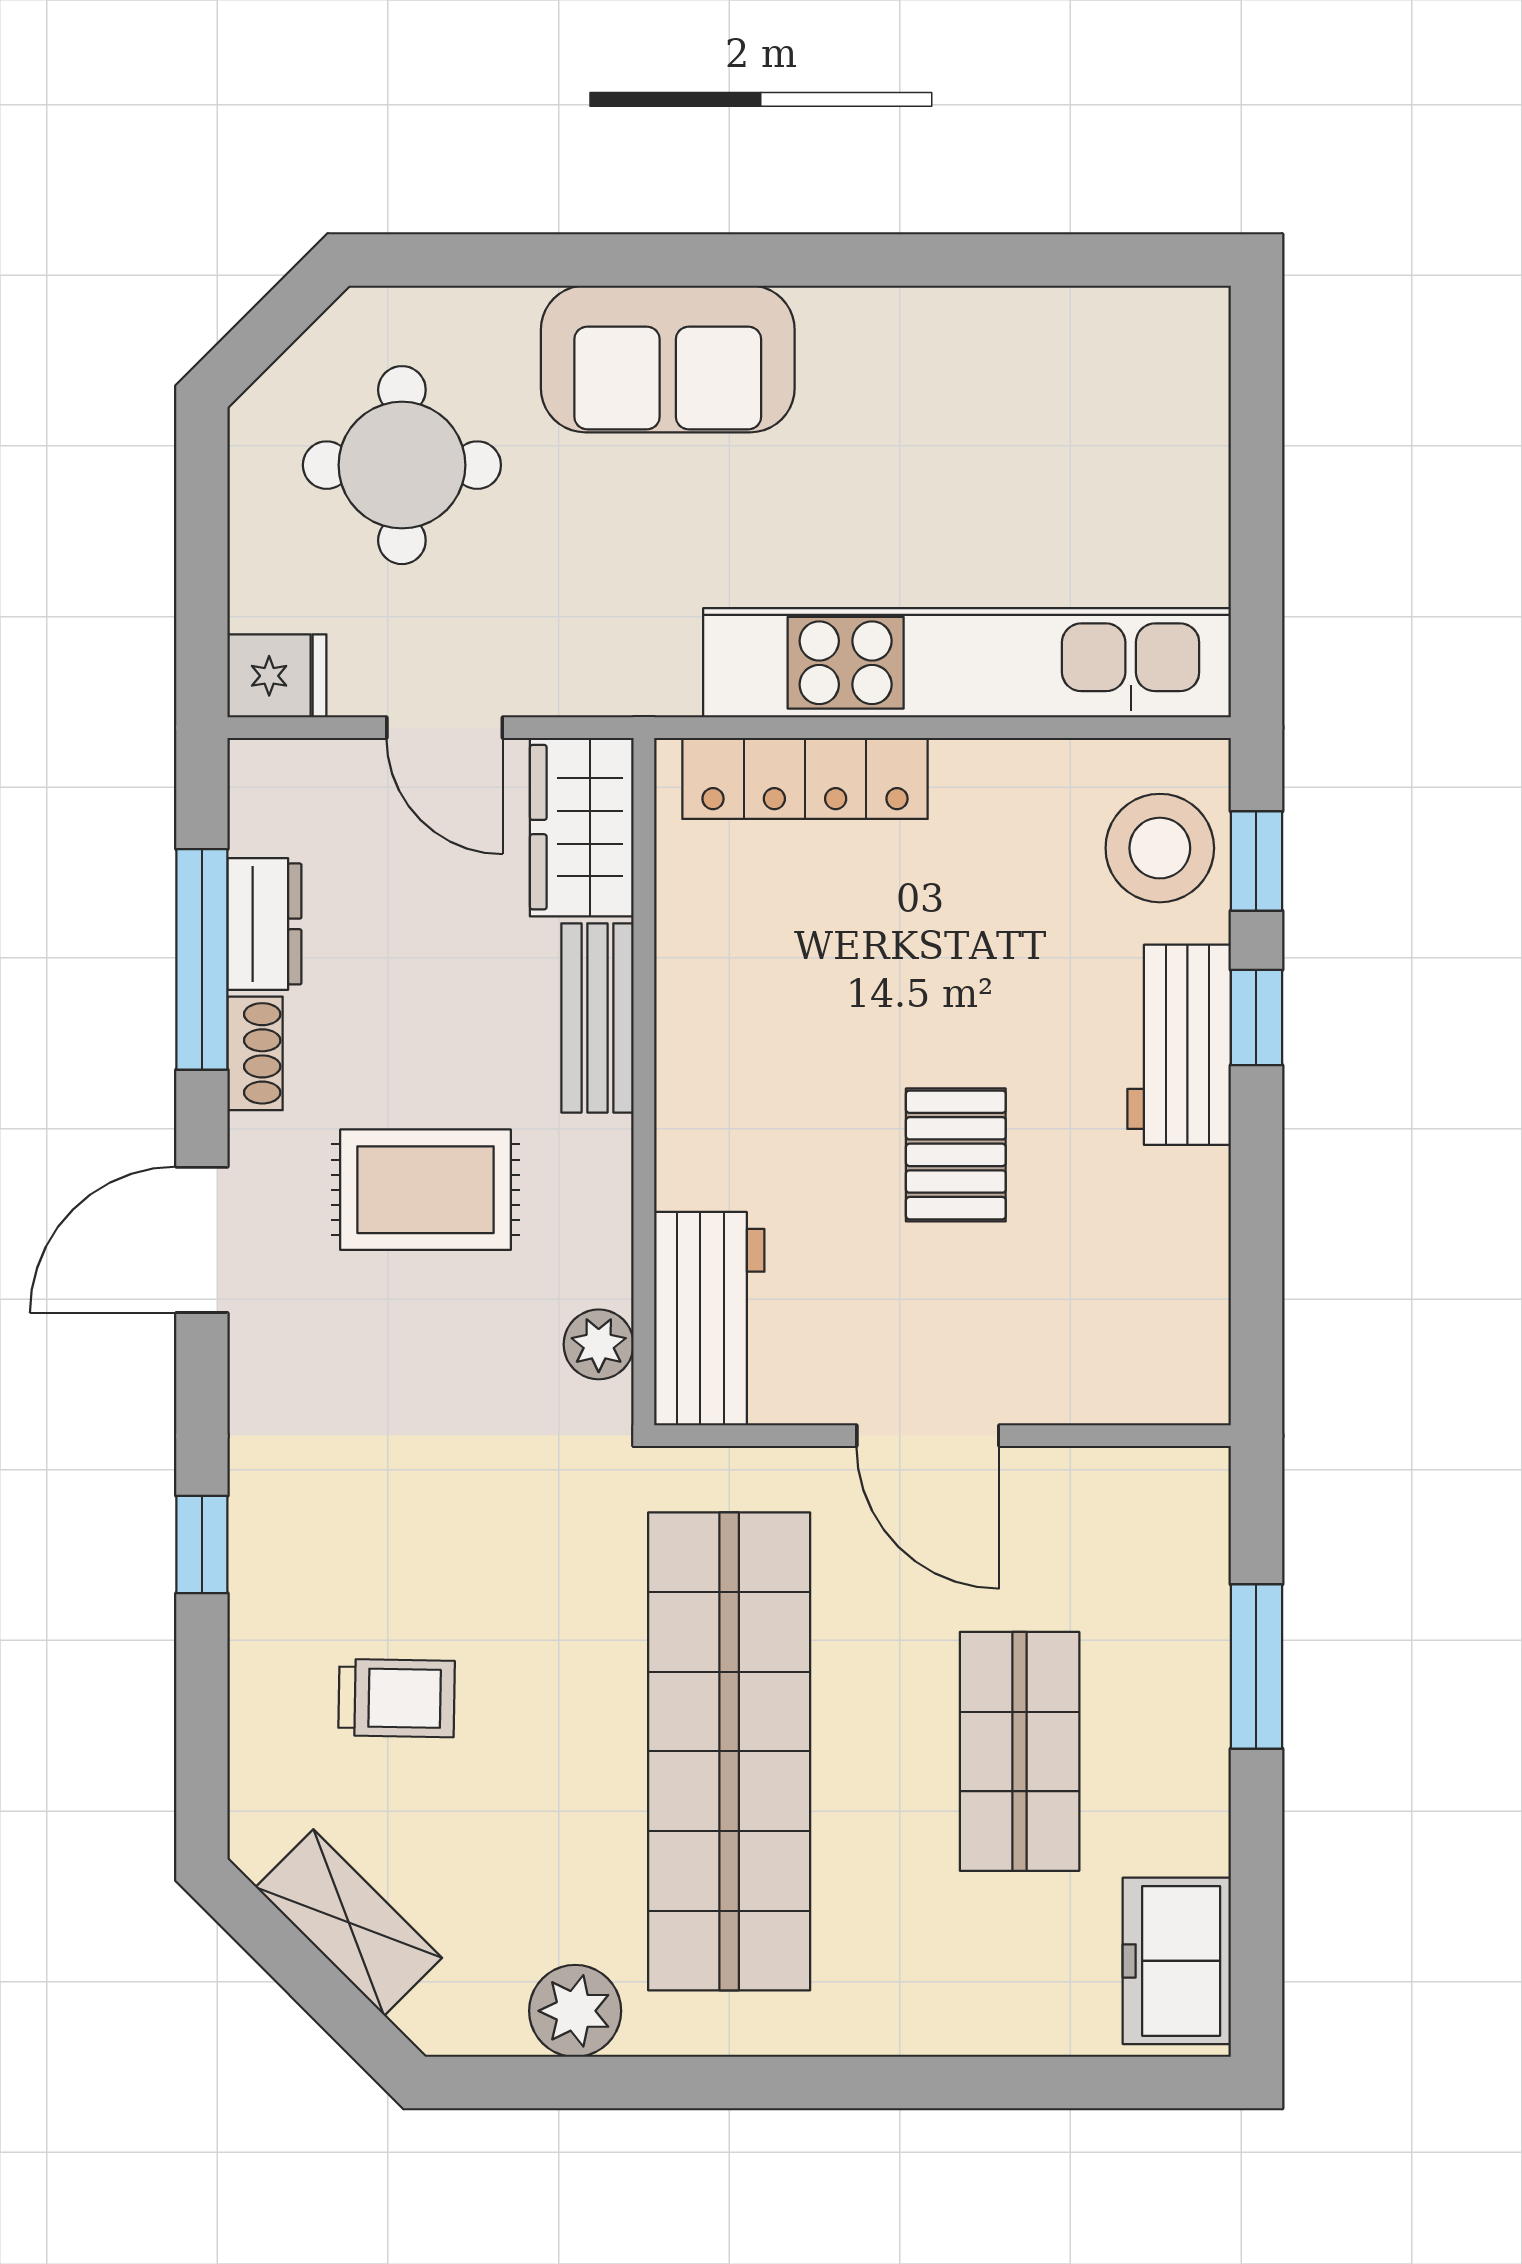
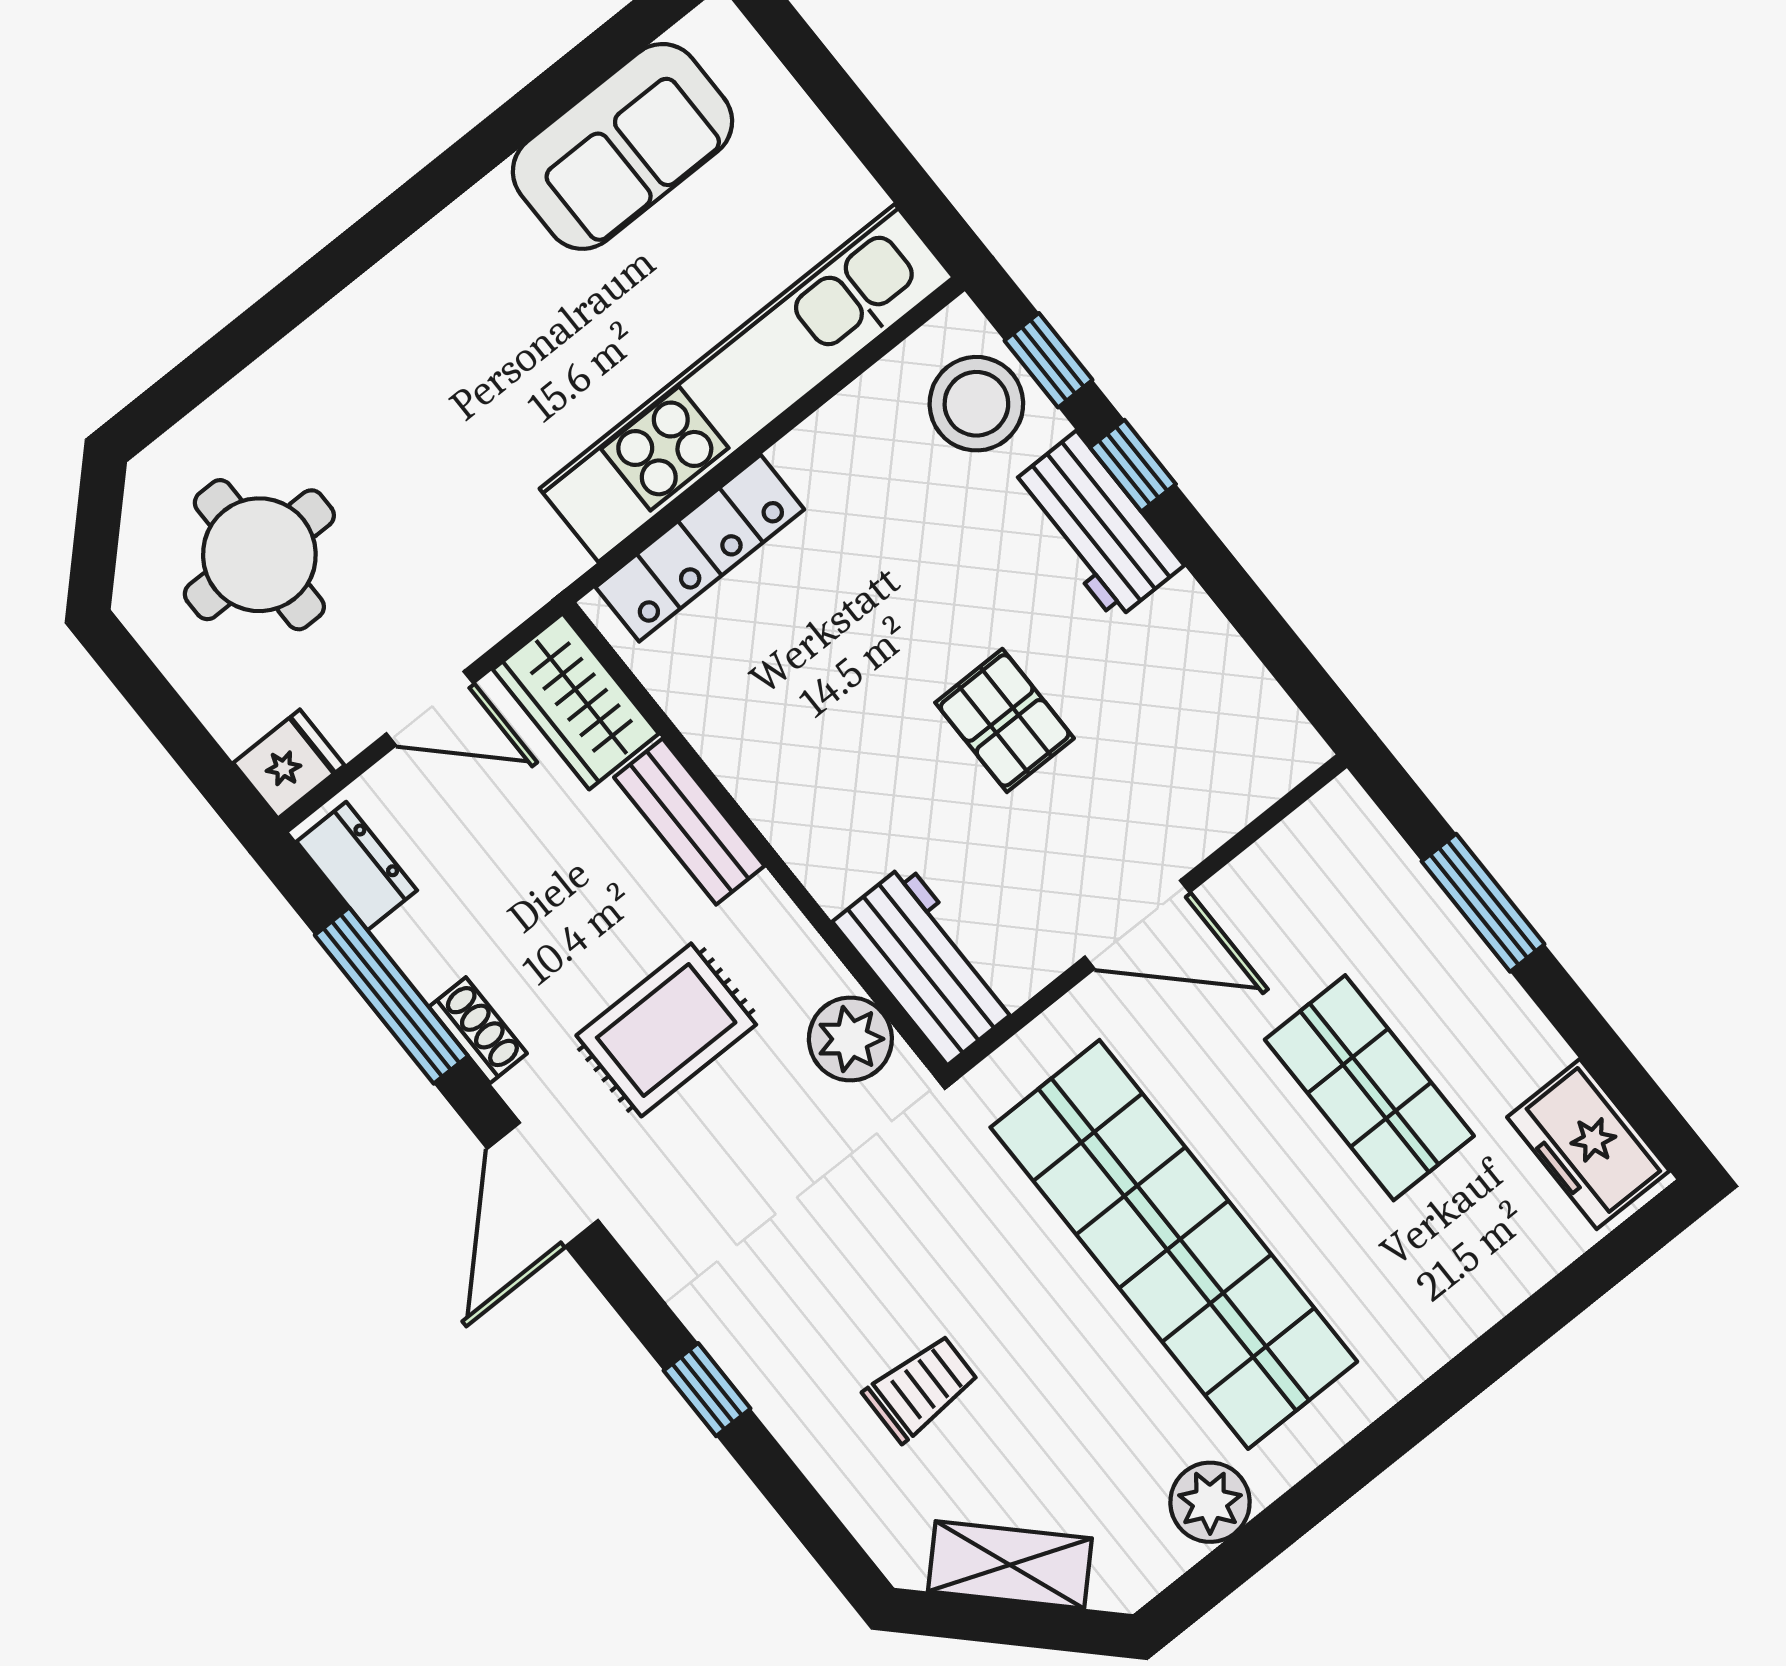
sofa: (668, 359) -> (622, 146), moved
dresser: (264, 924) -> (357, 866), moved
plant: (599, 1344) -> (850, 1039), width x1.38, depth x1.38

